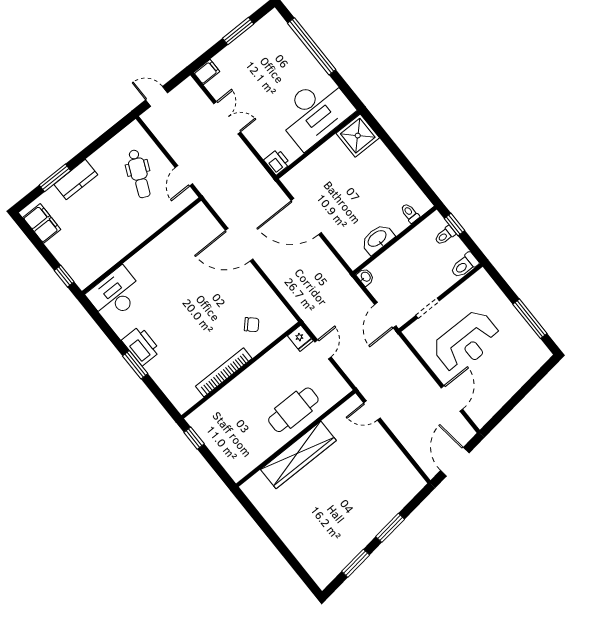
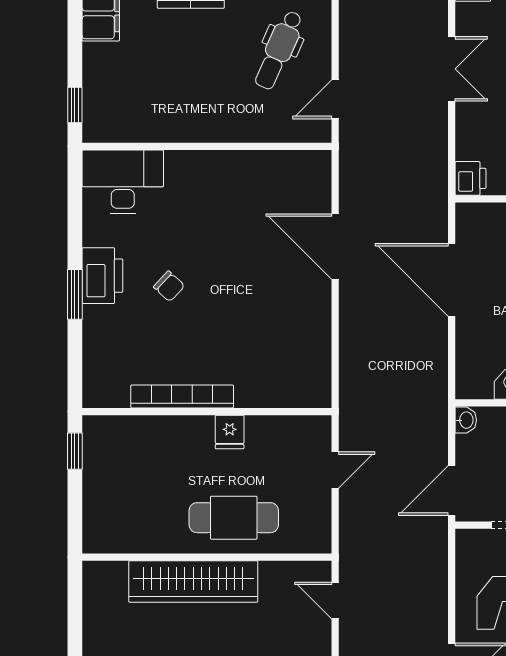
chair: (252, 325) -> (169, 286), moved
fridge: (300, 338) -> (230, 432), moved

